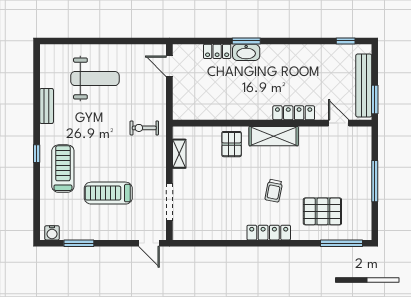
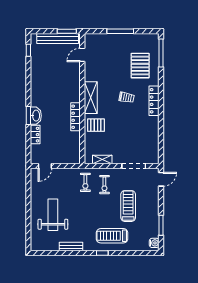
locker: (294, 113) -> (75, 117), moved
exercise bike: (141, 157) -> (104, 185), added
treadmill: (108, 193) -> (128, 206), turned 180

